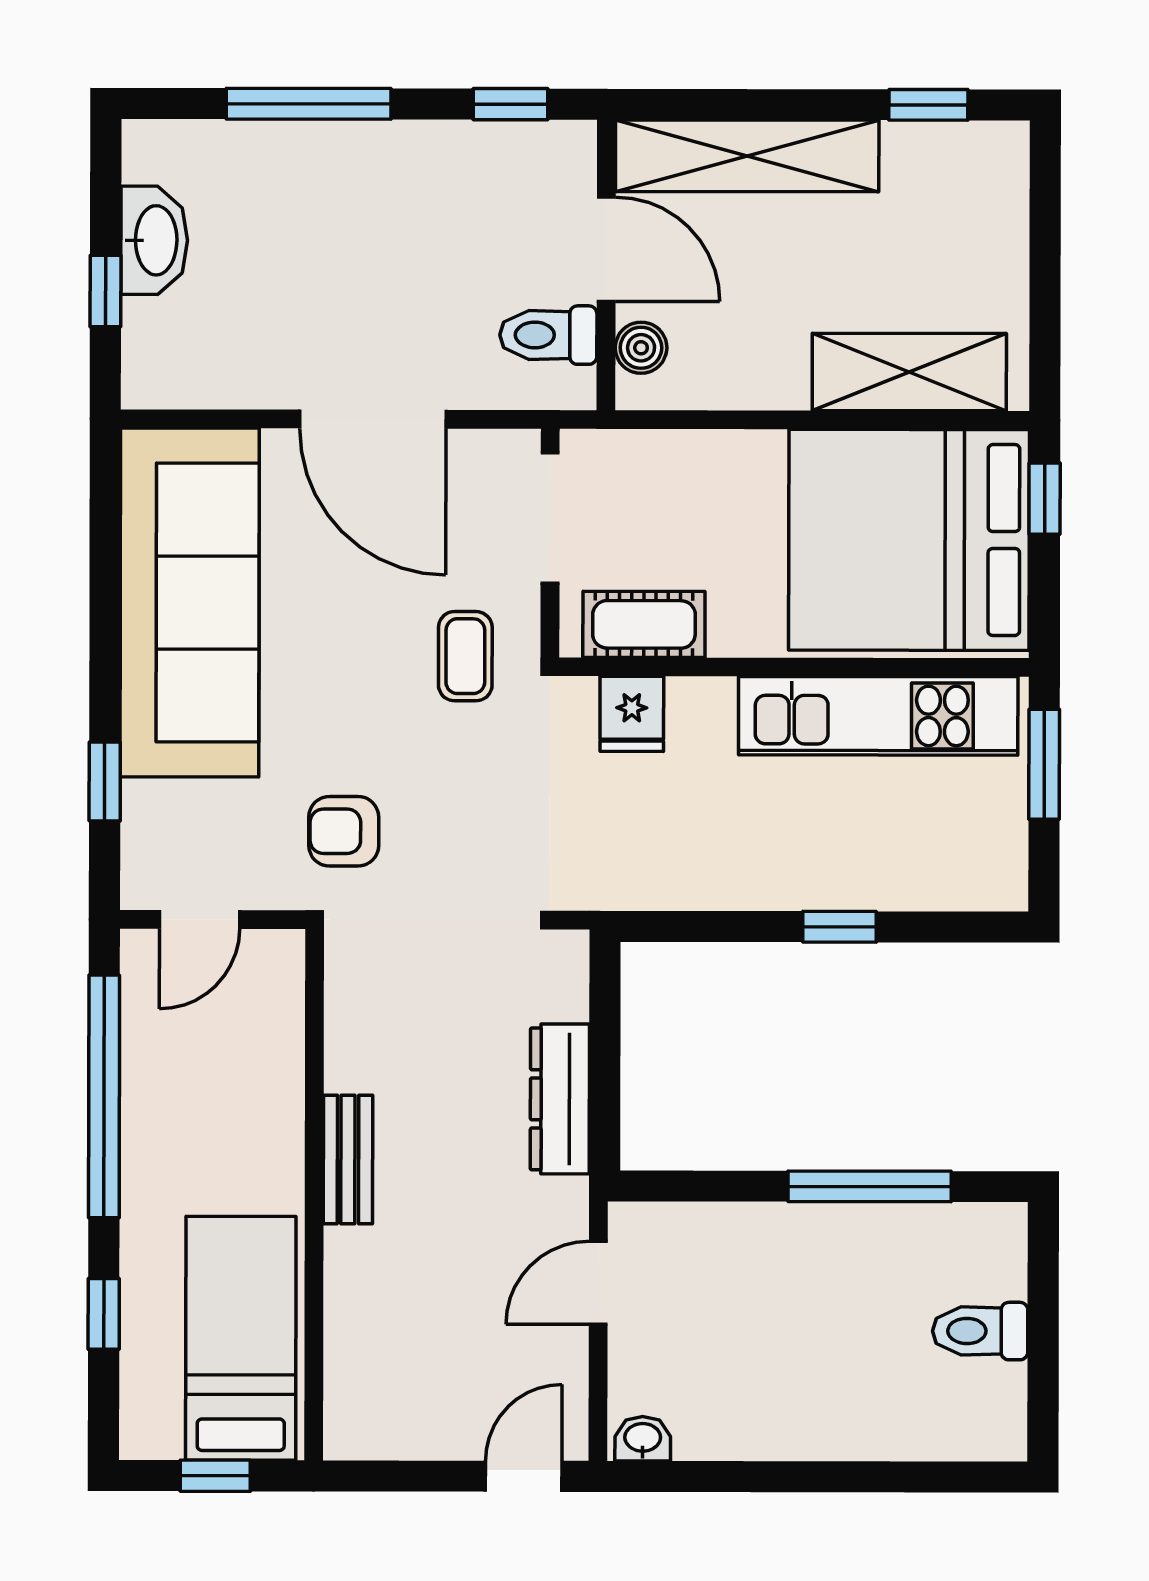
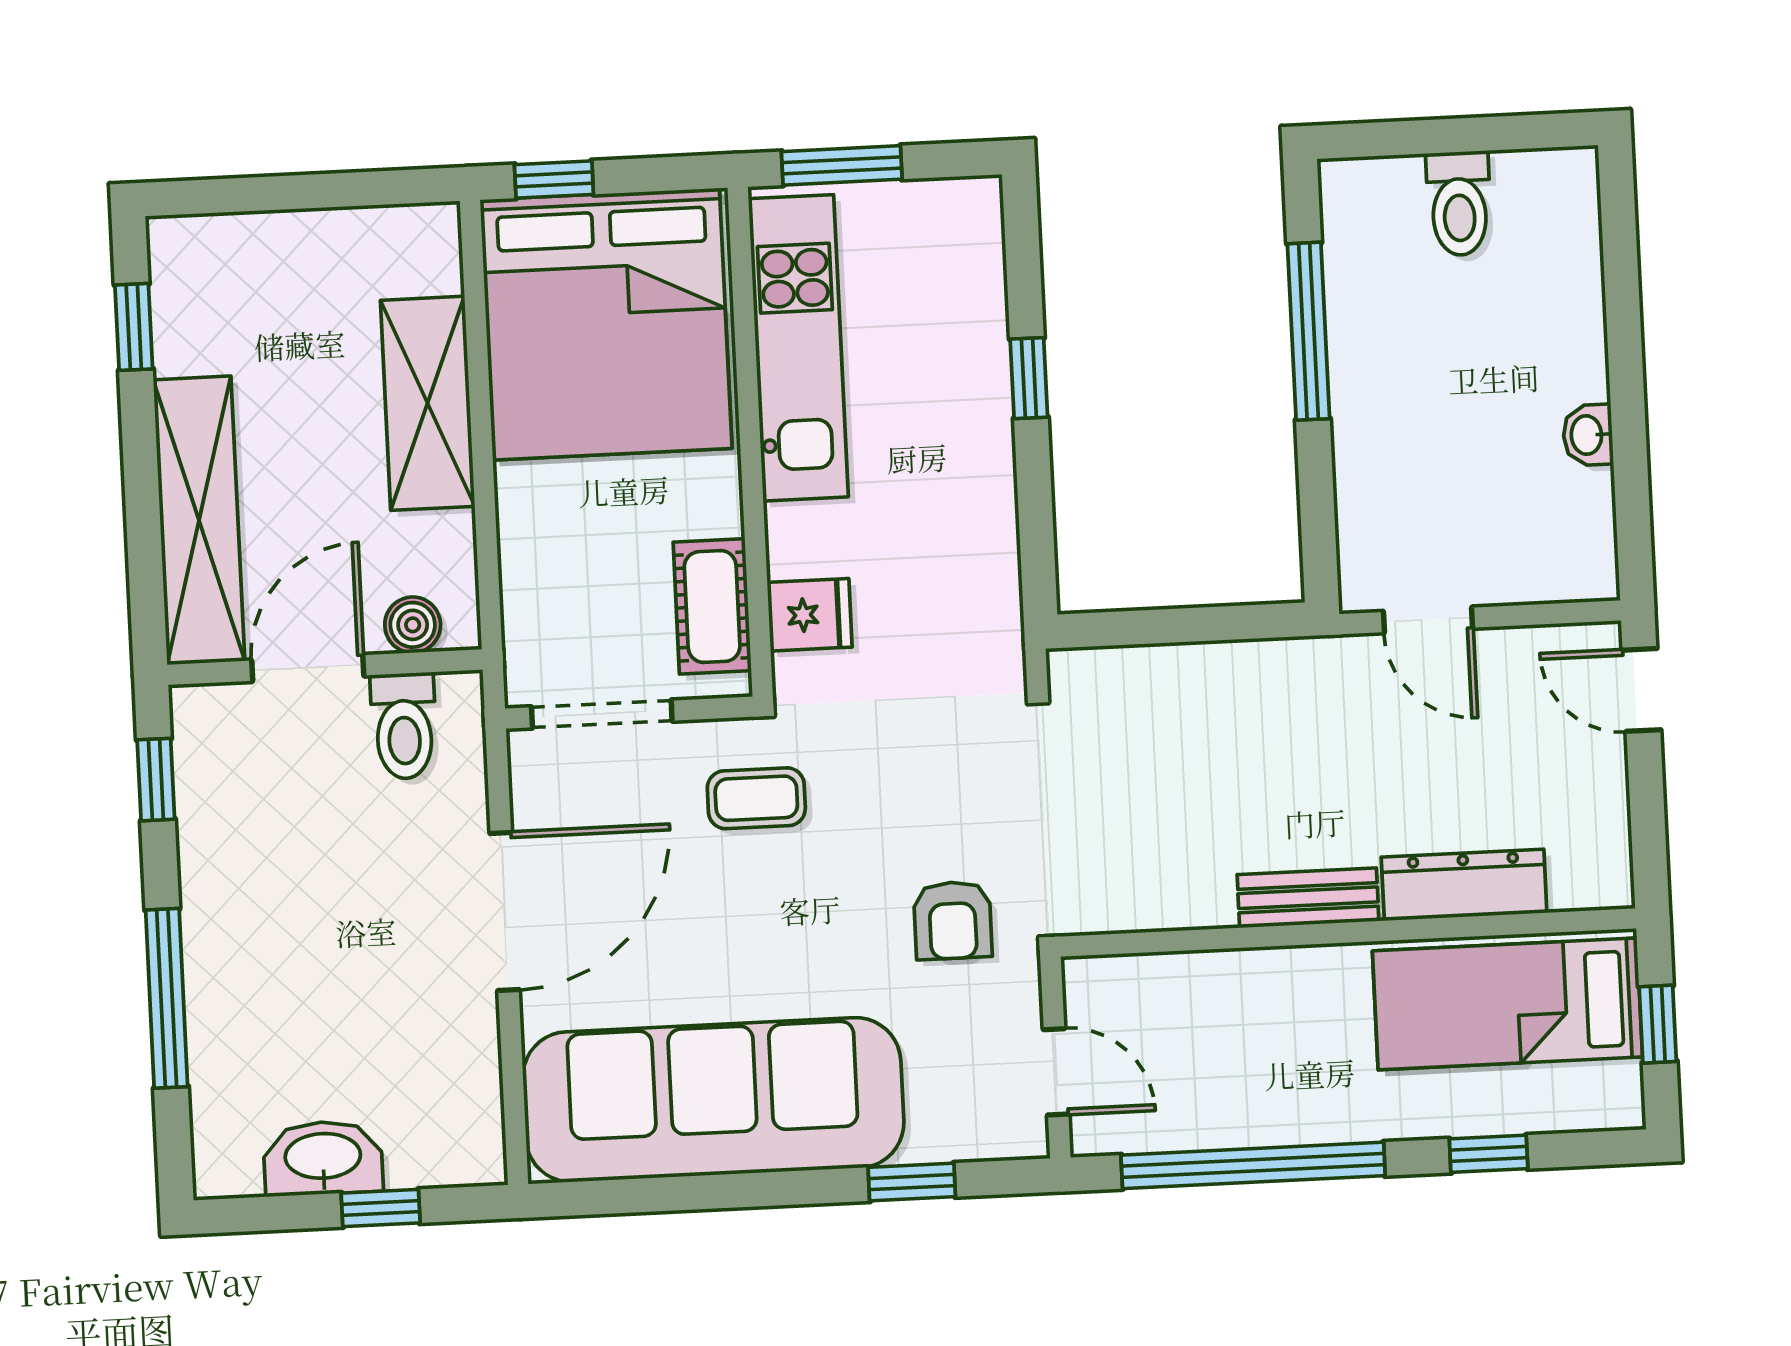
shelving: (909, 372) -> (428, 403), moved
dresser: (560, 1099) -> (1464, 885), moved, turned 180
washbasin: (643, 1439) -> (1588, 435), moved

